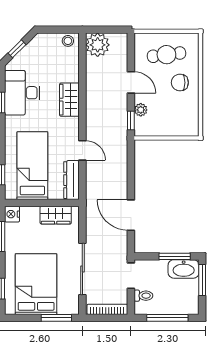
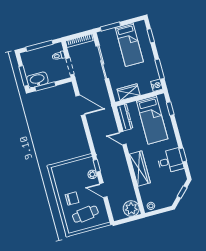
desk: (22, 93) -> (170, 161), width x0.73
wardrobe: (69, 100) -> (140, 169), width x1.50
bed: (36, 284) -> (129, 45), width x0.67

